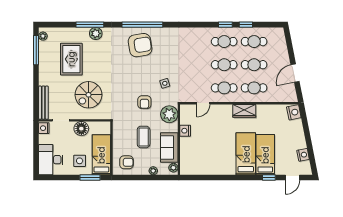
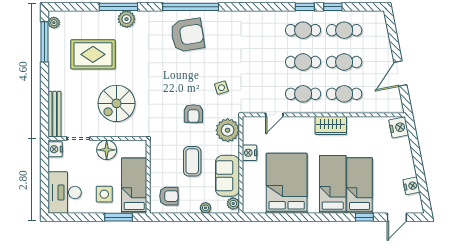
rug: (71, 59) -> (93, 54), turned 90
bed: (212, 153) -> (287, 183), added

